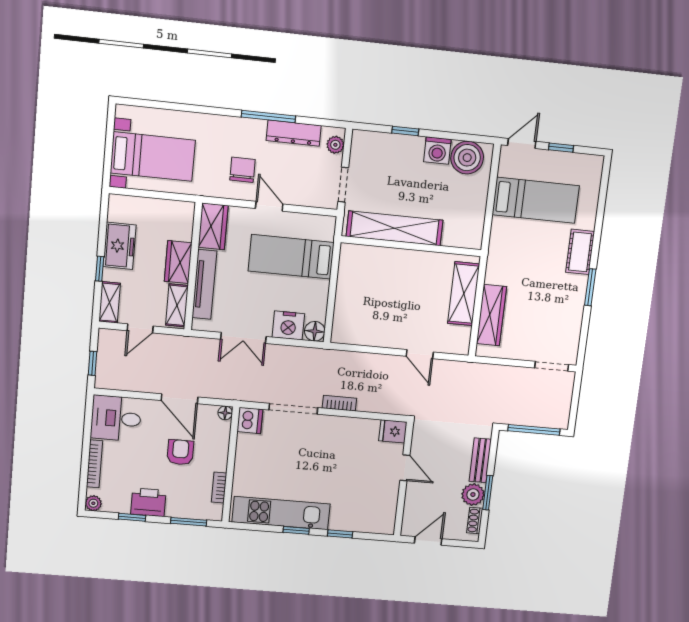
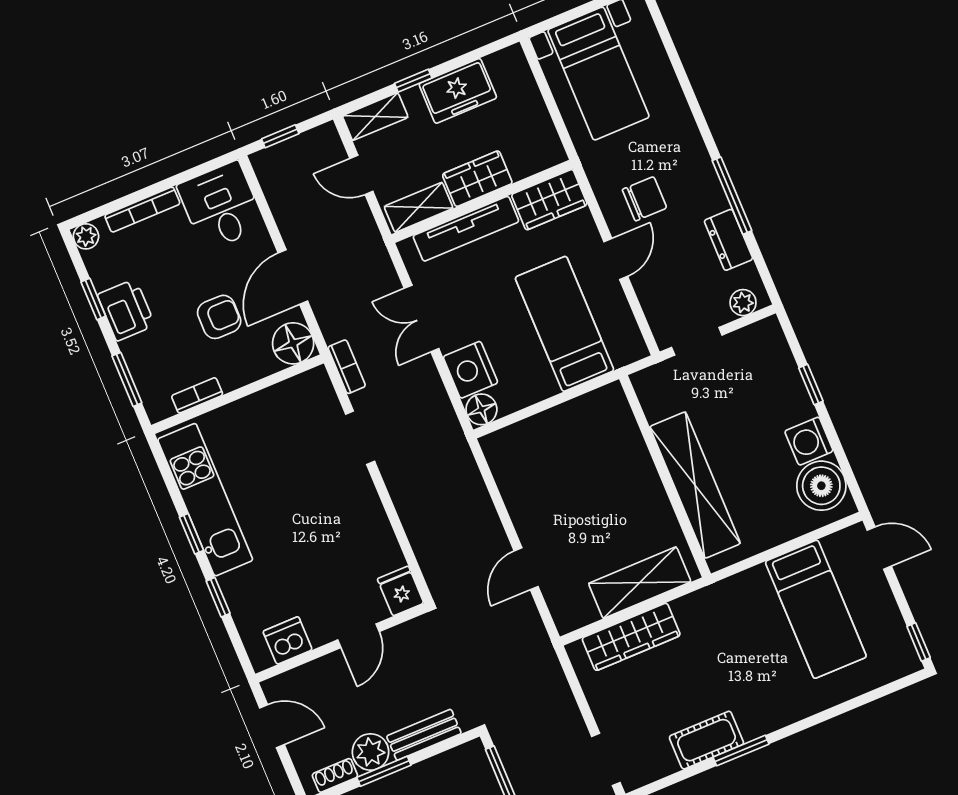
dresser: (294, 133) -> (728, 240), width x0.70
window: (561, 148) -> (919, 642), moved
shelving: (395, 228) -> (695, 485), moved
cot: (580, 252) -> (706, 740), moved
bookcase: (339, 403) -> (347, 367), moved
doorway: (293, 409) -> (360, 438), width x0.73
floor lamp: (225, 413) -> (293, 343), width x1.89, depth x1.89
dishwasher: (250, 420) -> (288, 641), moved, turned 180

